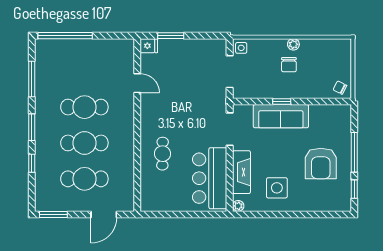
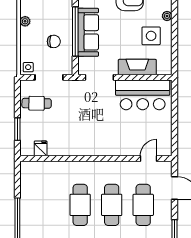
fridge: (149, 46) -> (41, 148), moved
chair: (289, 65) -> (54, 41), moved
door: (137, 83) -> (149, 158), moved
window: (282, 102) -> (75, 32), width x3.17
cafe table: (162, 154) -> (37, 103), moved
plant: (238, 206) -> (167, 16), moved

